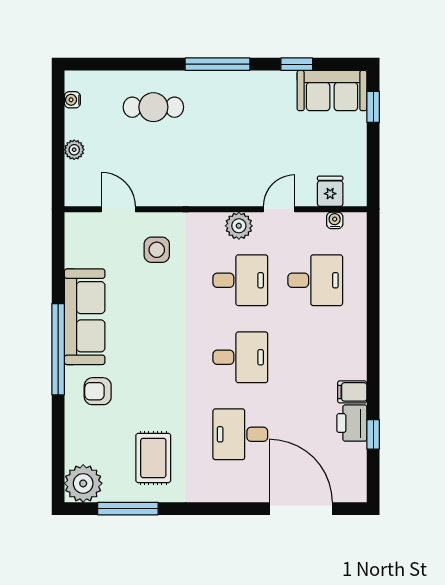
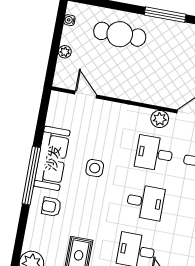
cafe table: (153, 107) -> (120, 34), width x1.37, depth x1.35
side table: (157, 250) -> (95, 168), moved
desk: (240, 280) -> (154, 153), turned 180

